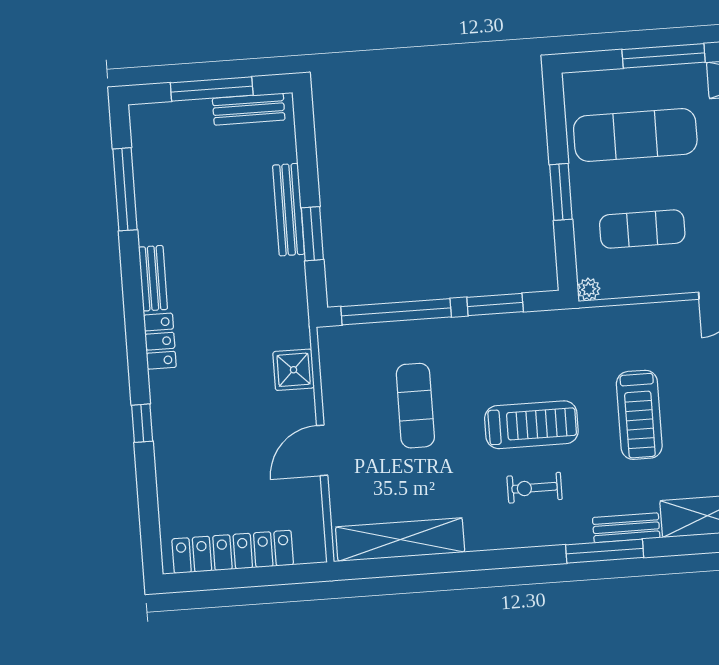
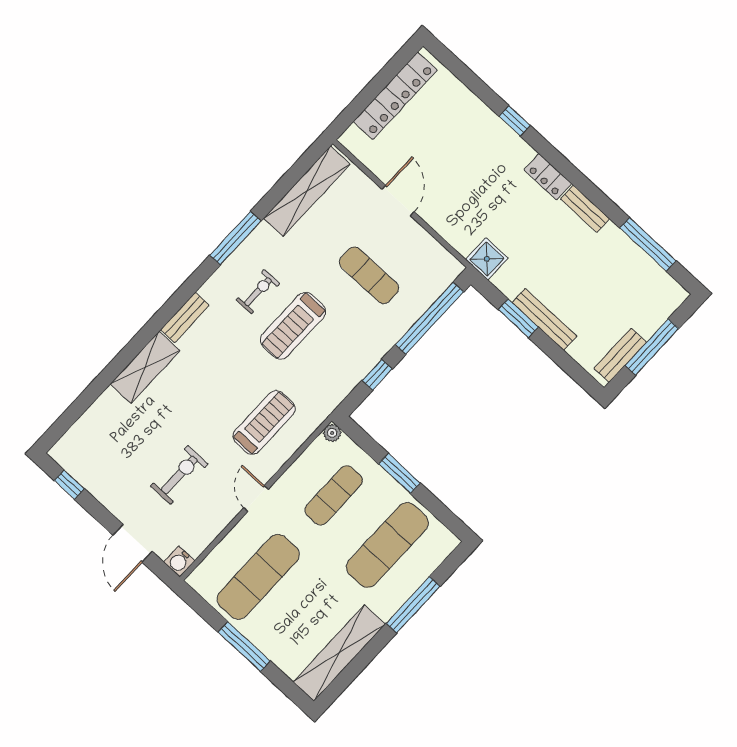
window: (495, 305) -> (377, 375), width x0.67
shower: (294, 370) -> (487, 259), moved
treadmill: (639, 415) -> (264, 422), moved, turned 90
window: (605, 551) -> (235, 238), moved

